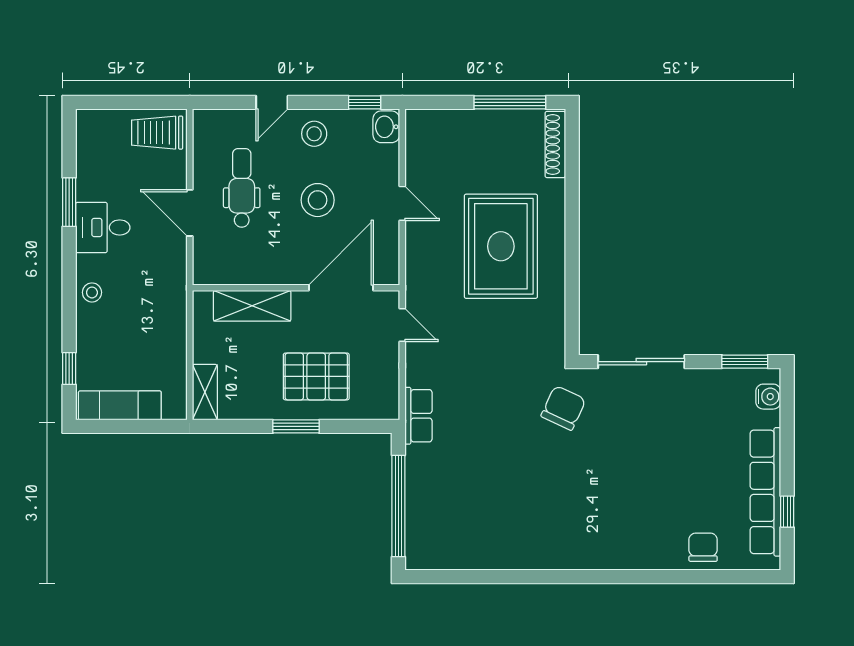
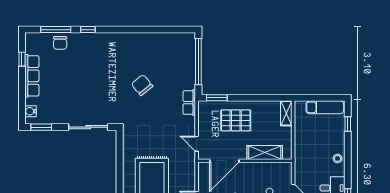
chair: (563, 408) -> (142, 85), moved, turned 116
window: (296, 426) -> (217, 98), moved
row of seats: (765, 492) -> (32, 76), width x0.73
window: (642, 577) -> (88, 30), added
window: (713, 577) -> (56, 30), added

